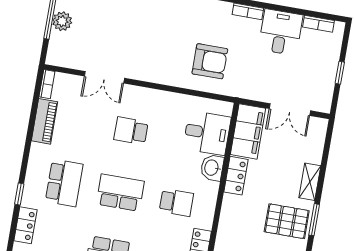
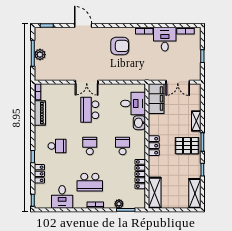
armchair: (210, 61) -> (120, 46), moved
double door: (104, 77) -> (87, 82), moved
school desk: (131, 131) -> (90, 110), width x1.85
locker: (236, 176) -> (154, 146), moved
school desk: (64, 183) -> (57, 146), width x0.54
school desk: (120, 193) -> (90, 146), width x0.54
school desk: (176, 202) -> (123, 146), turned -90

